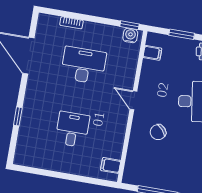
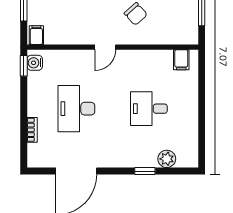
filing cabinet: (152, 53) -> (36, 35), moved
plant: (25, 137) -> (167, 159), added

